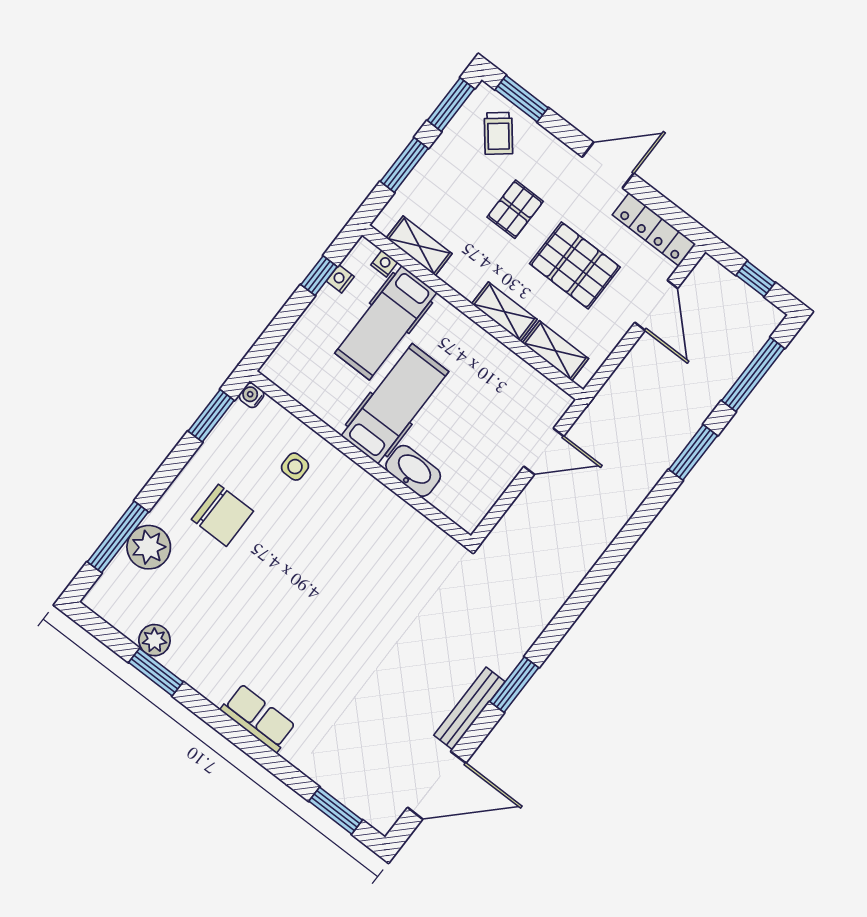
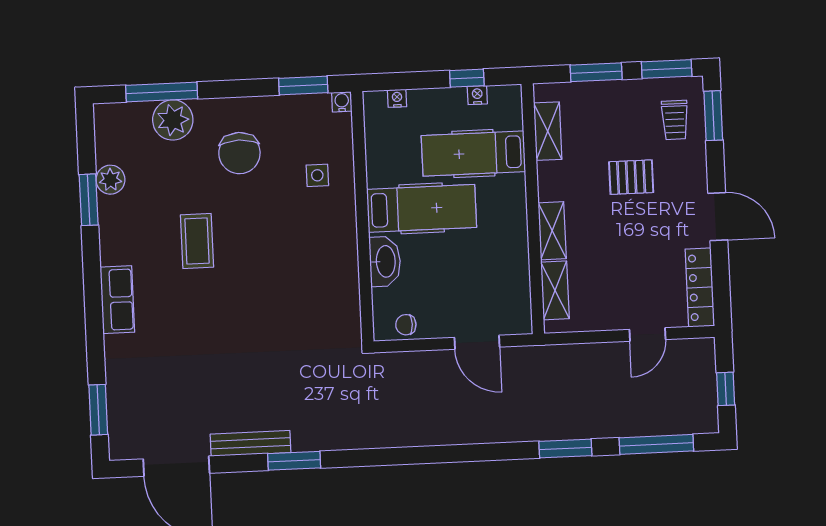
trolley: (498, 133) -> (675, 120), turned -51
nightstand: (384, 264) -> (397, 98), moved, turned -90
pallet: (575, 265) -> (627, 253), removed
door: (656, 305) -> (647, 335), width x0.73
chair: (480, 498) -> (406, 325), added
coffee table: (265, 612) -> (197, 241), added

